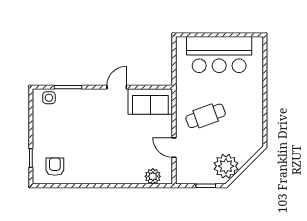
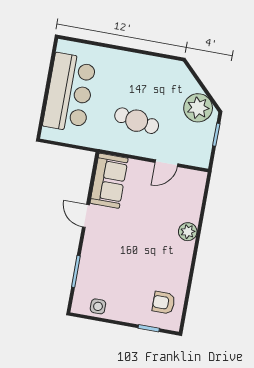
side table: (49, 98) -> (98, 306), moved
cafe table: (206, 116) -> (137, 121), turned -60
plant: (153, 176) -> (188, 232), moved

